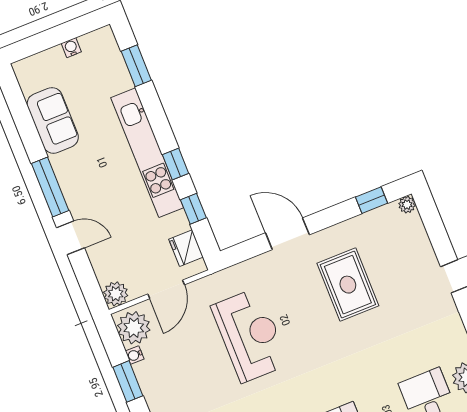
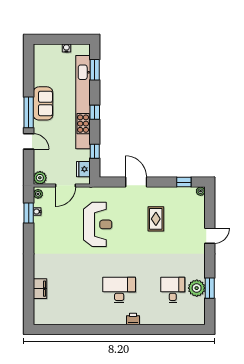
sofa: (53, 120) -> (43, 103), moved
kitchen unit: (147, 153) -> (83, 102), width x1.36
window: (176, 164) -> (95, 112), moved
rug: (348, 285) -> (156, 219), width x0.73, depth x0.70
plant: (134, 328) -> (38, 194), width x0.53, depth x0.53
window: (128, 381) -> (29, 213), moved

